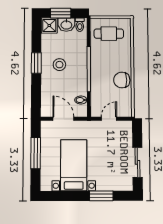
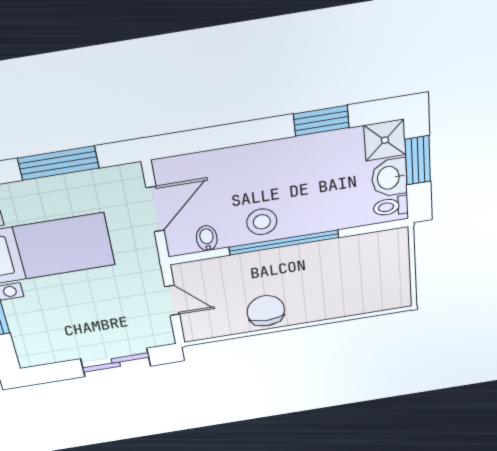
cafe table: (109, 34) -> (373, 269), removed
window: (36, 63) -> (321, 121), moved
stool: (59, 65) -> (262, 222), moved
sliding door: (137, 162) -> (116, 362), moved

